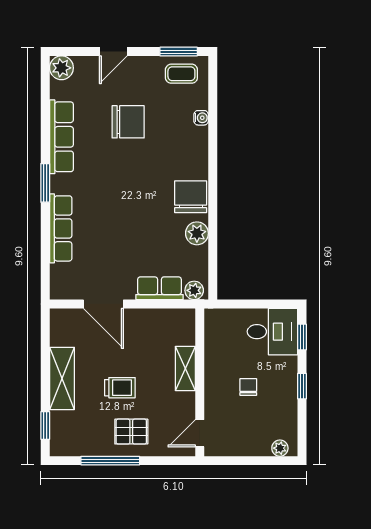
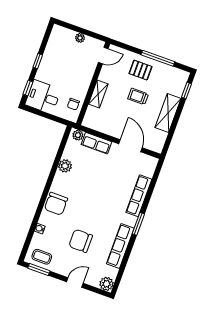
chair: (191, 197) -> (56, 204), moved
chair: (248, 387) -> (73, 104), moved
plant: (280, 448) -> (80, 38), moved

